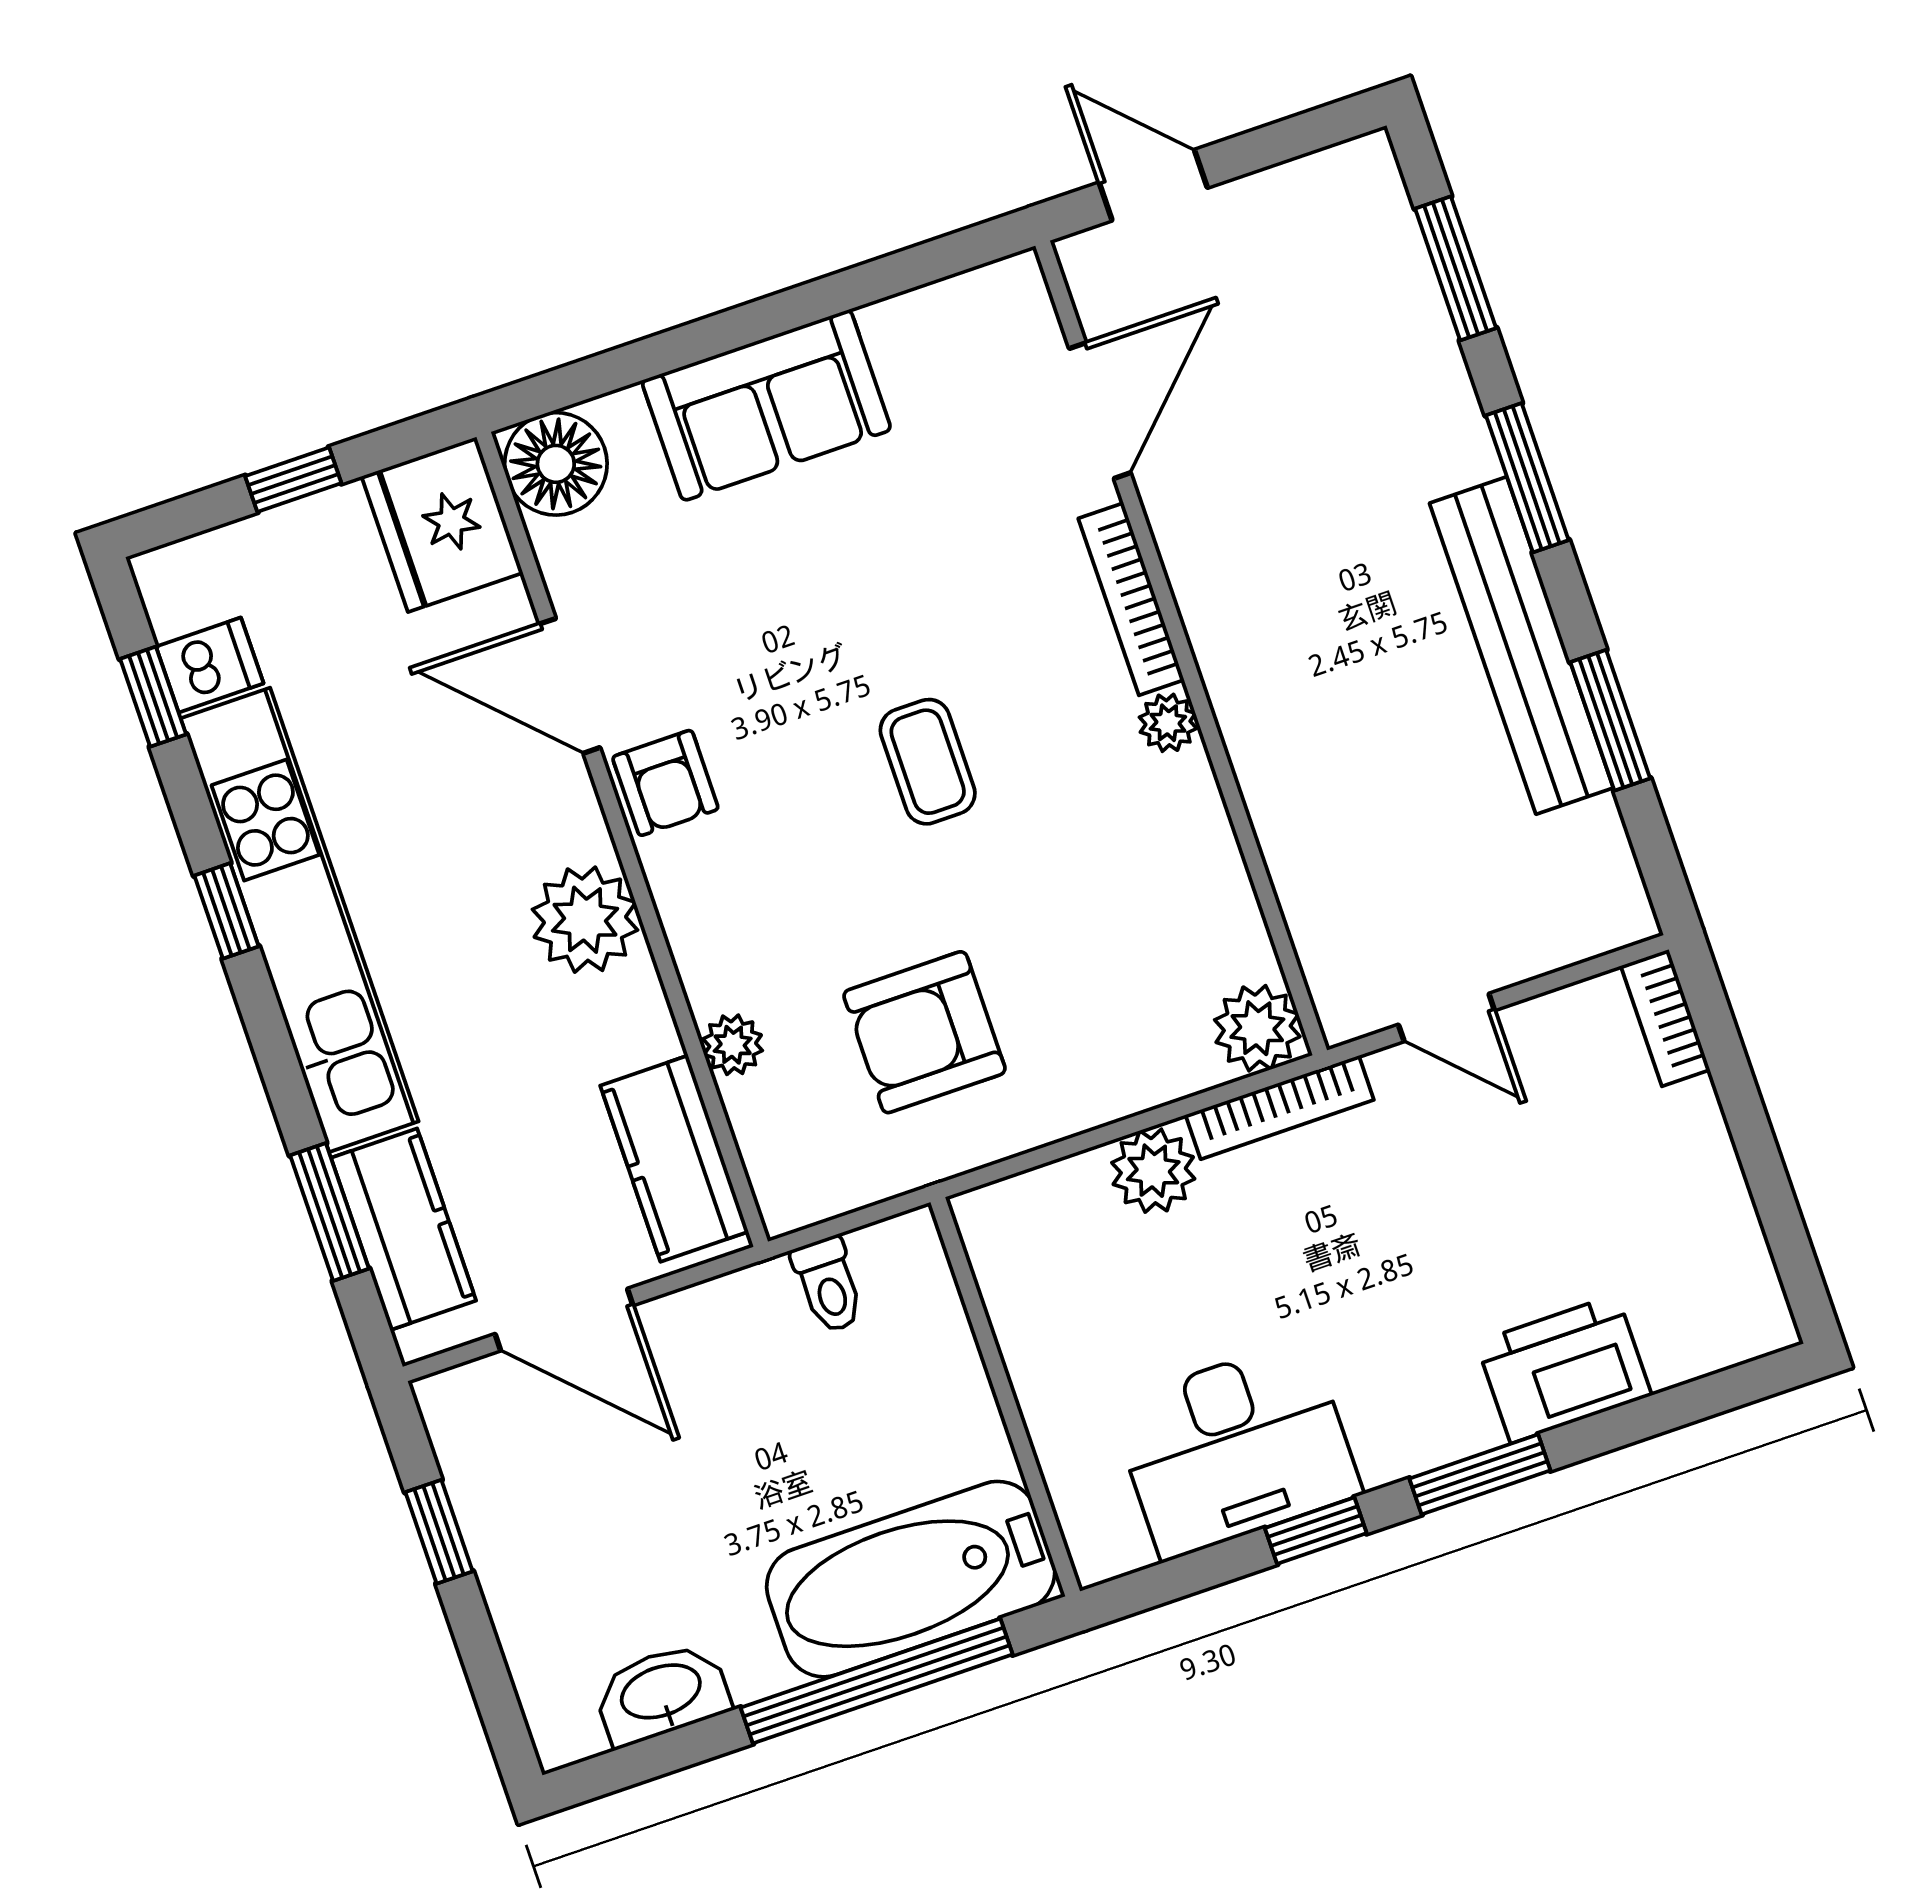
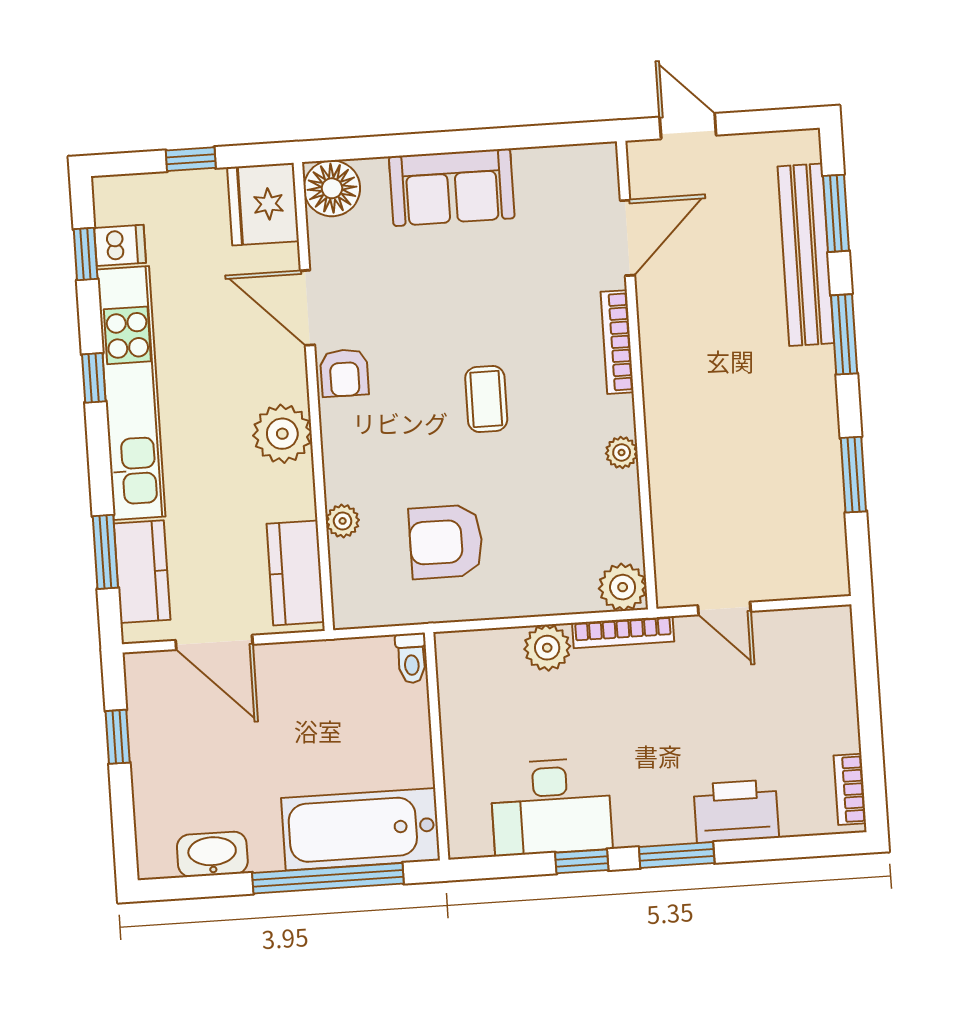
bench: (1521, 645) -> (806, 255), moved
plant: (1168, 723) -> (622, 452), moved
bookcase: (1665, 1018) -> (850, 789), moved
toilet: (828, 1285) -> (411, 658), moved

